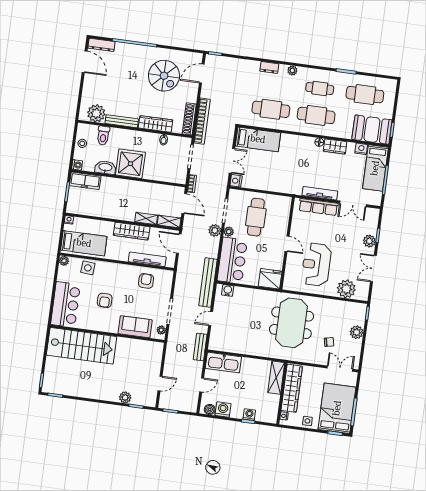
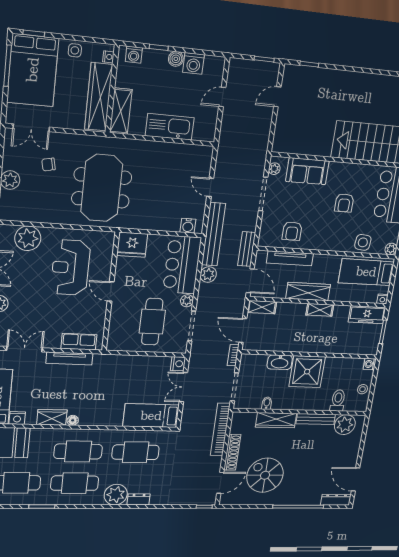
plant: (292, 70) -> (116, 495), width x1.88, depth x1.88
cafe table: (320, 88) -> (75, 483), width x1.37, depth x1.35
shoe rack: (189, 119) -> (232, 452), moved
washbasin: (105, 167) -> (280, 362), moved
freezer: (85, 181) -> (367, 315), moved, turned 180
row of seats: (318, 207) -> (79, 342), width x0.68
shelving: (146, 218) -> (320, 310), moved
plant: (215, 230) -> (208, 274), moved
reception desk: (316, 265) -> (71, 268), turned 180
armchair: (105, 300) -> (344, 203), turned 180
door: (211, 319) -> (210, 187), swing flipped
bench: (200, 347) -> (247, 249), moved
kitchen sink: (223, 363) -> (170, 127), moved
plant: (125, 397) -> (323, 76), removed
boiler: (210, 410) -> (176, 59), moved
washing machine: (249, 415) -> (134, 55), moved

